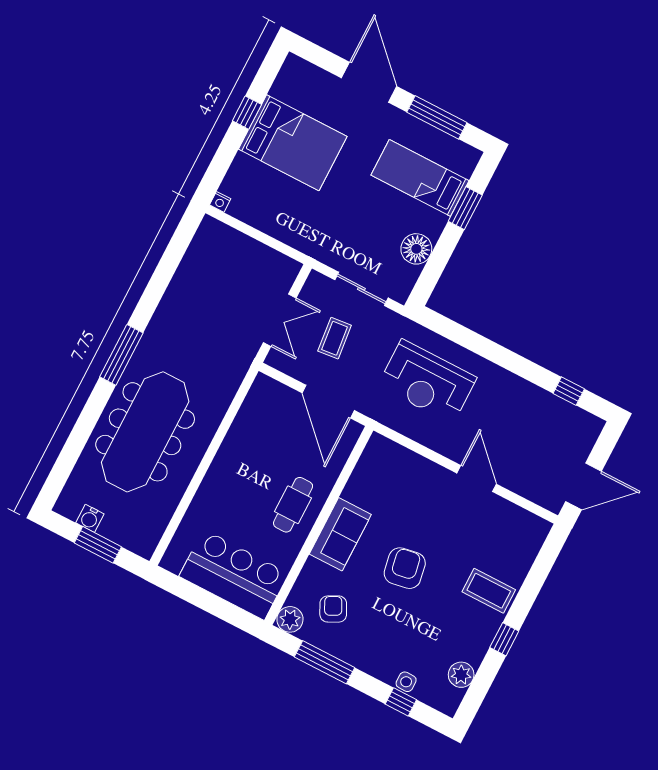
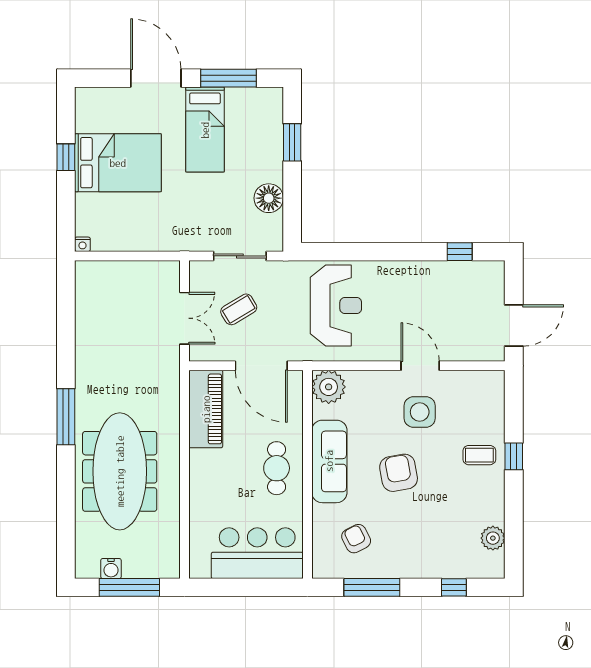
bed: (420, 178) -> (205, 130), moved, turned -90
coffee table: (335, 338) -> (239, 309), turned 65
reception desk: (427, 382) -> (336, 306), turned -90
piano: (256, 415) -> (206, 409), added
sofa: (340, 534) -> (329, 461), width x1.36
window: (98, 545) -> (129, 587), width x1.44
coffee table: (489, 591) -> (479, 455), width x0.73, depth x0.77
plant: (290, 619) -> (329, 387), moved, width x1.36, depth x1.36
window: (504, 639) -> (514, 456), moved
side table: (406, 682) -> (420, 412), moved, width x1.87, depth x1.87

